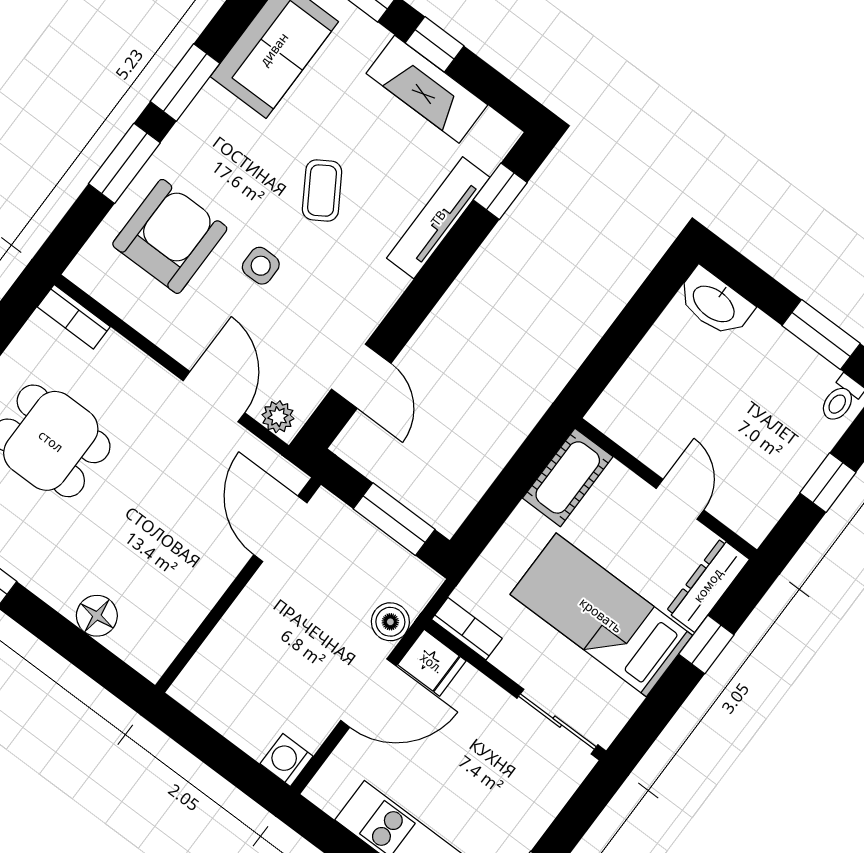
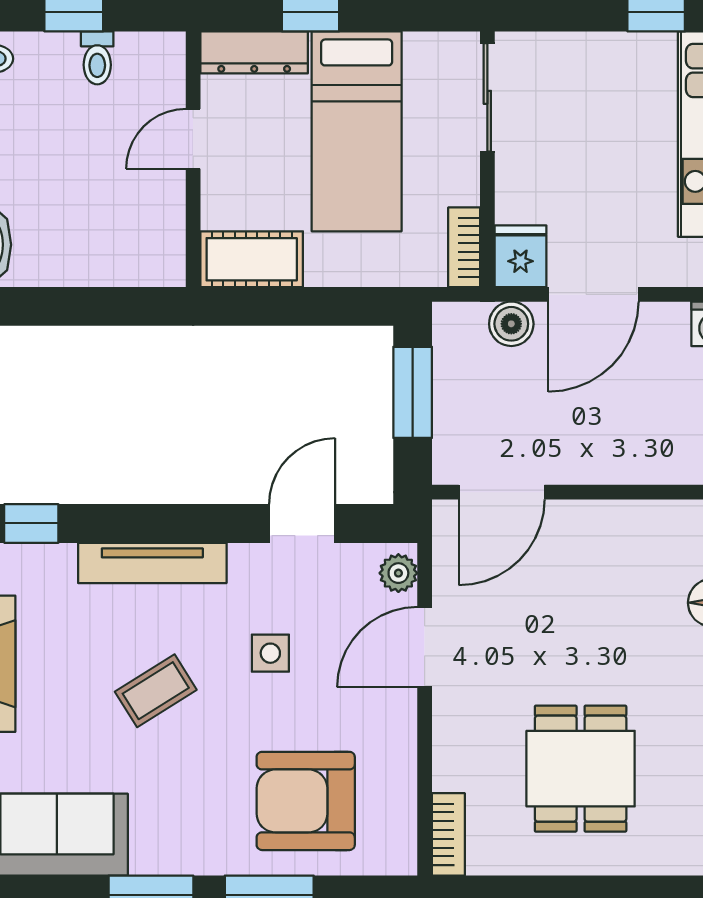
tv unit: (438, 218) -> (152, 563), moved
side table: (261, 266) -> (270, 653), moved
toilet: (785, 475) -> (97, 58), added
door: (368, 693) -> (593, 294), swing flipped

